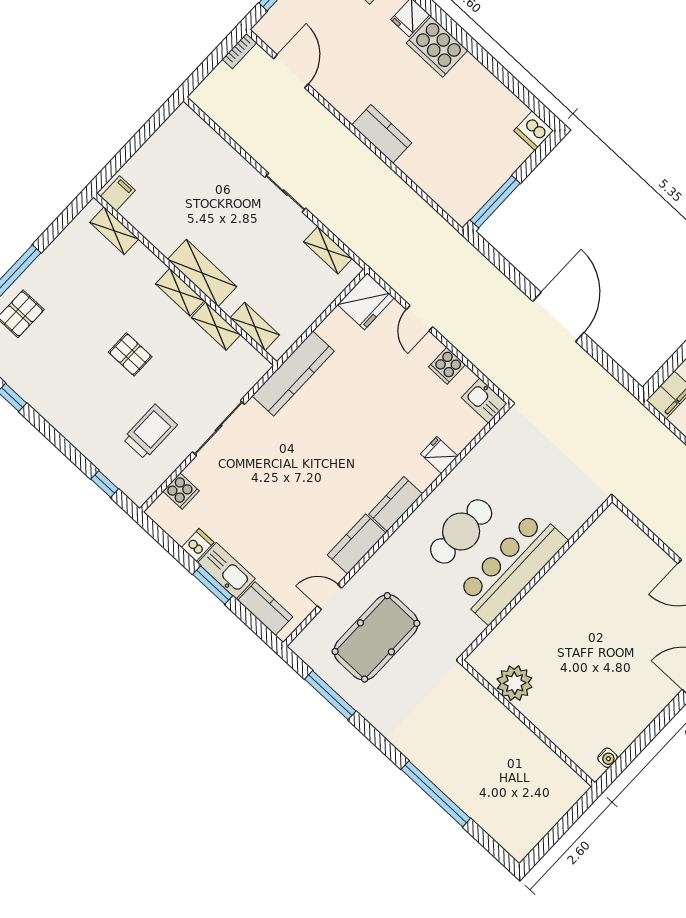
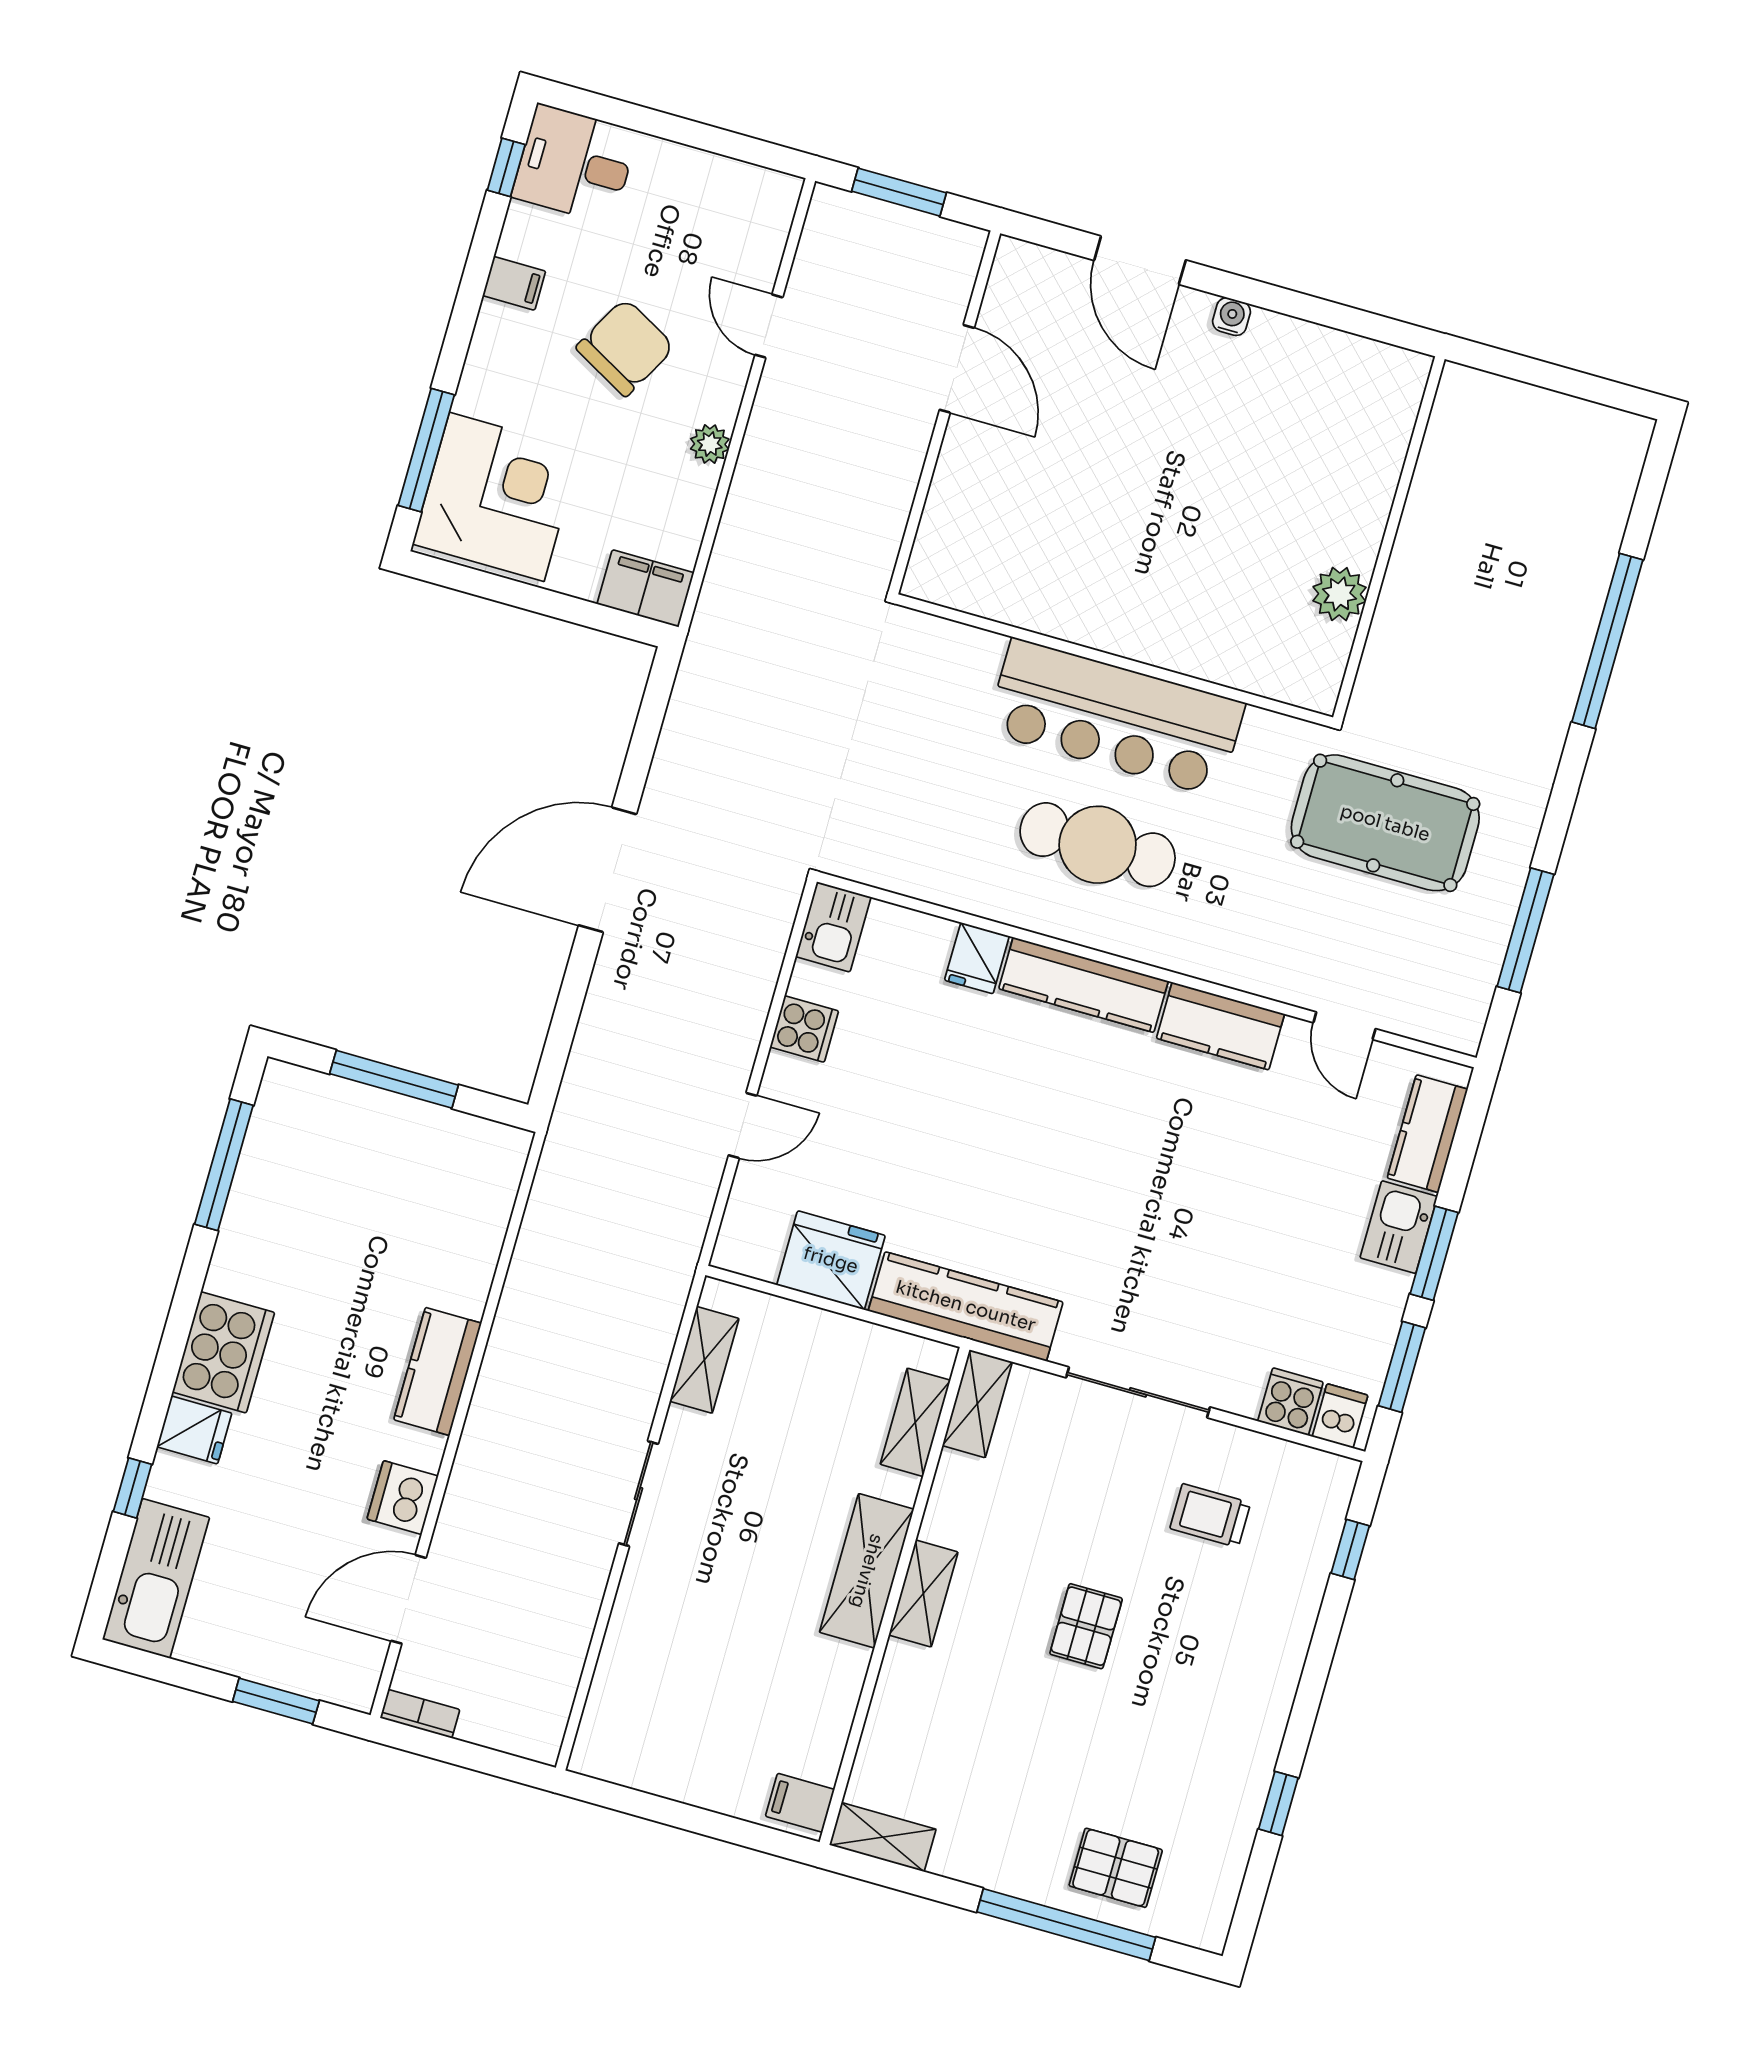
window: (517, 88) -> (224, 1165), added
dishwasher: (534, 131) -> (403, 1498), moved, turned 180
window: (495, 202) -> (394, 1079), moved
shelving: (114, 231) -> (883, 1837), moved, turned 90
fridge: (366, 301) -> (831, 1260), moved
shelving: (216, 326) -> (977, 1404), moved
trolley: (150, 432) -> (1210, 1516), width x0.73, depth x0.72
kitchen counter: (396, 504) -> (1084, 985), width x1.50
dishwasher: (198, 545) -> (1340, 1416), moved, turned 90
window: (171, 546) -> (1402, 1367), added
kitchen sink: (226, 571) -> (1399, 1227), width x0.73
pool table: (376, 637) -> (1385, 823), moved
plant: (515, 683) -> (1339, 594), width x0.73, depth x0.73
water cooler: (607, 758) -> (1232, 317), moved

